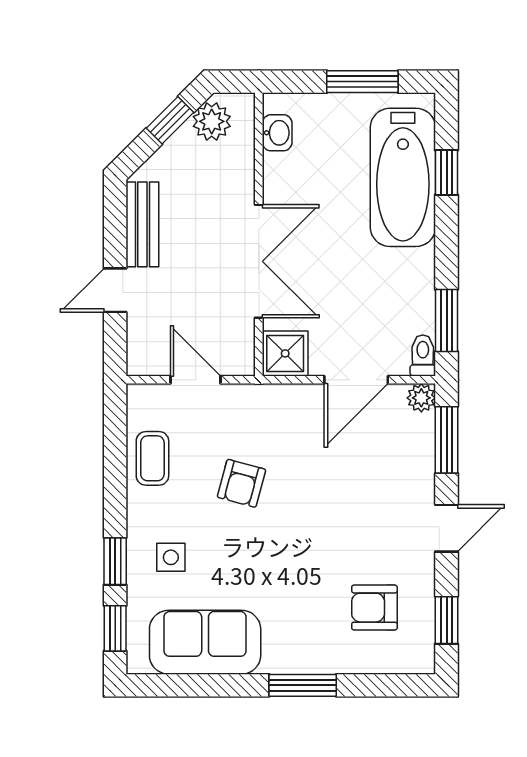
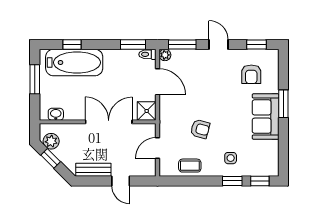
sofa: (205, 642) -> (266, 117), moved

